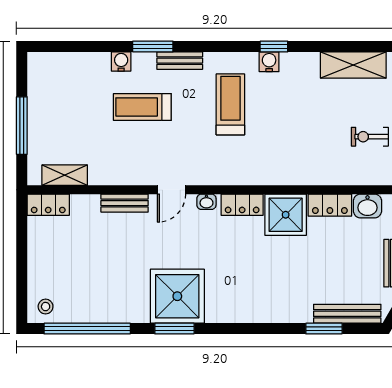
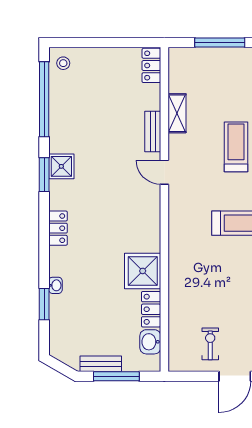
shelving: (65, 175) -> (177, 113), moved
washbasin: (206, 202) -> (55, 285), moved, turned 180
locker: (242, 205) -> (58, 228), moved, turned 180
shower: (177, 296) -> (61, 166), width x0.54, depth x0.54
bench: (347, 314) -> (57, 324), removed

